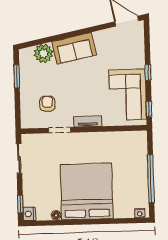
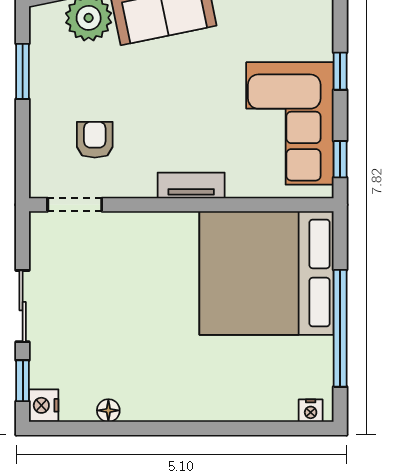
doorway: (60, 130) -> (75, 205), moved
sliding door: (19, 158) -> (23, 306), moved
bed: (87, 191) -> (266, 273), moved, turned -90

